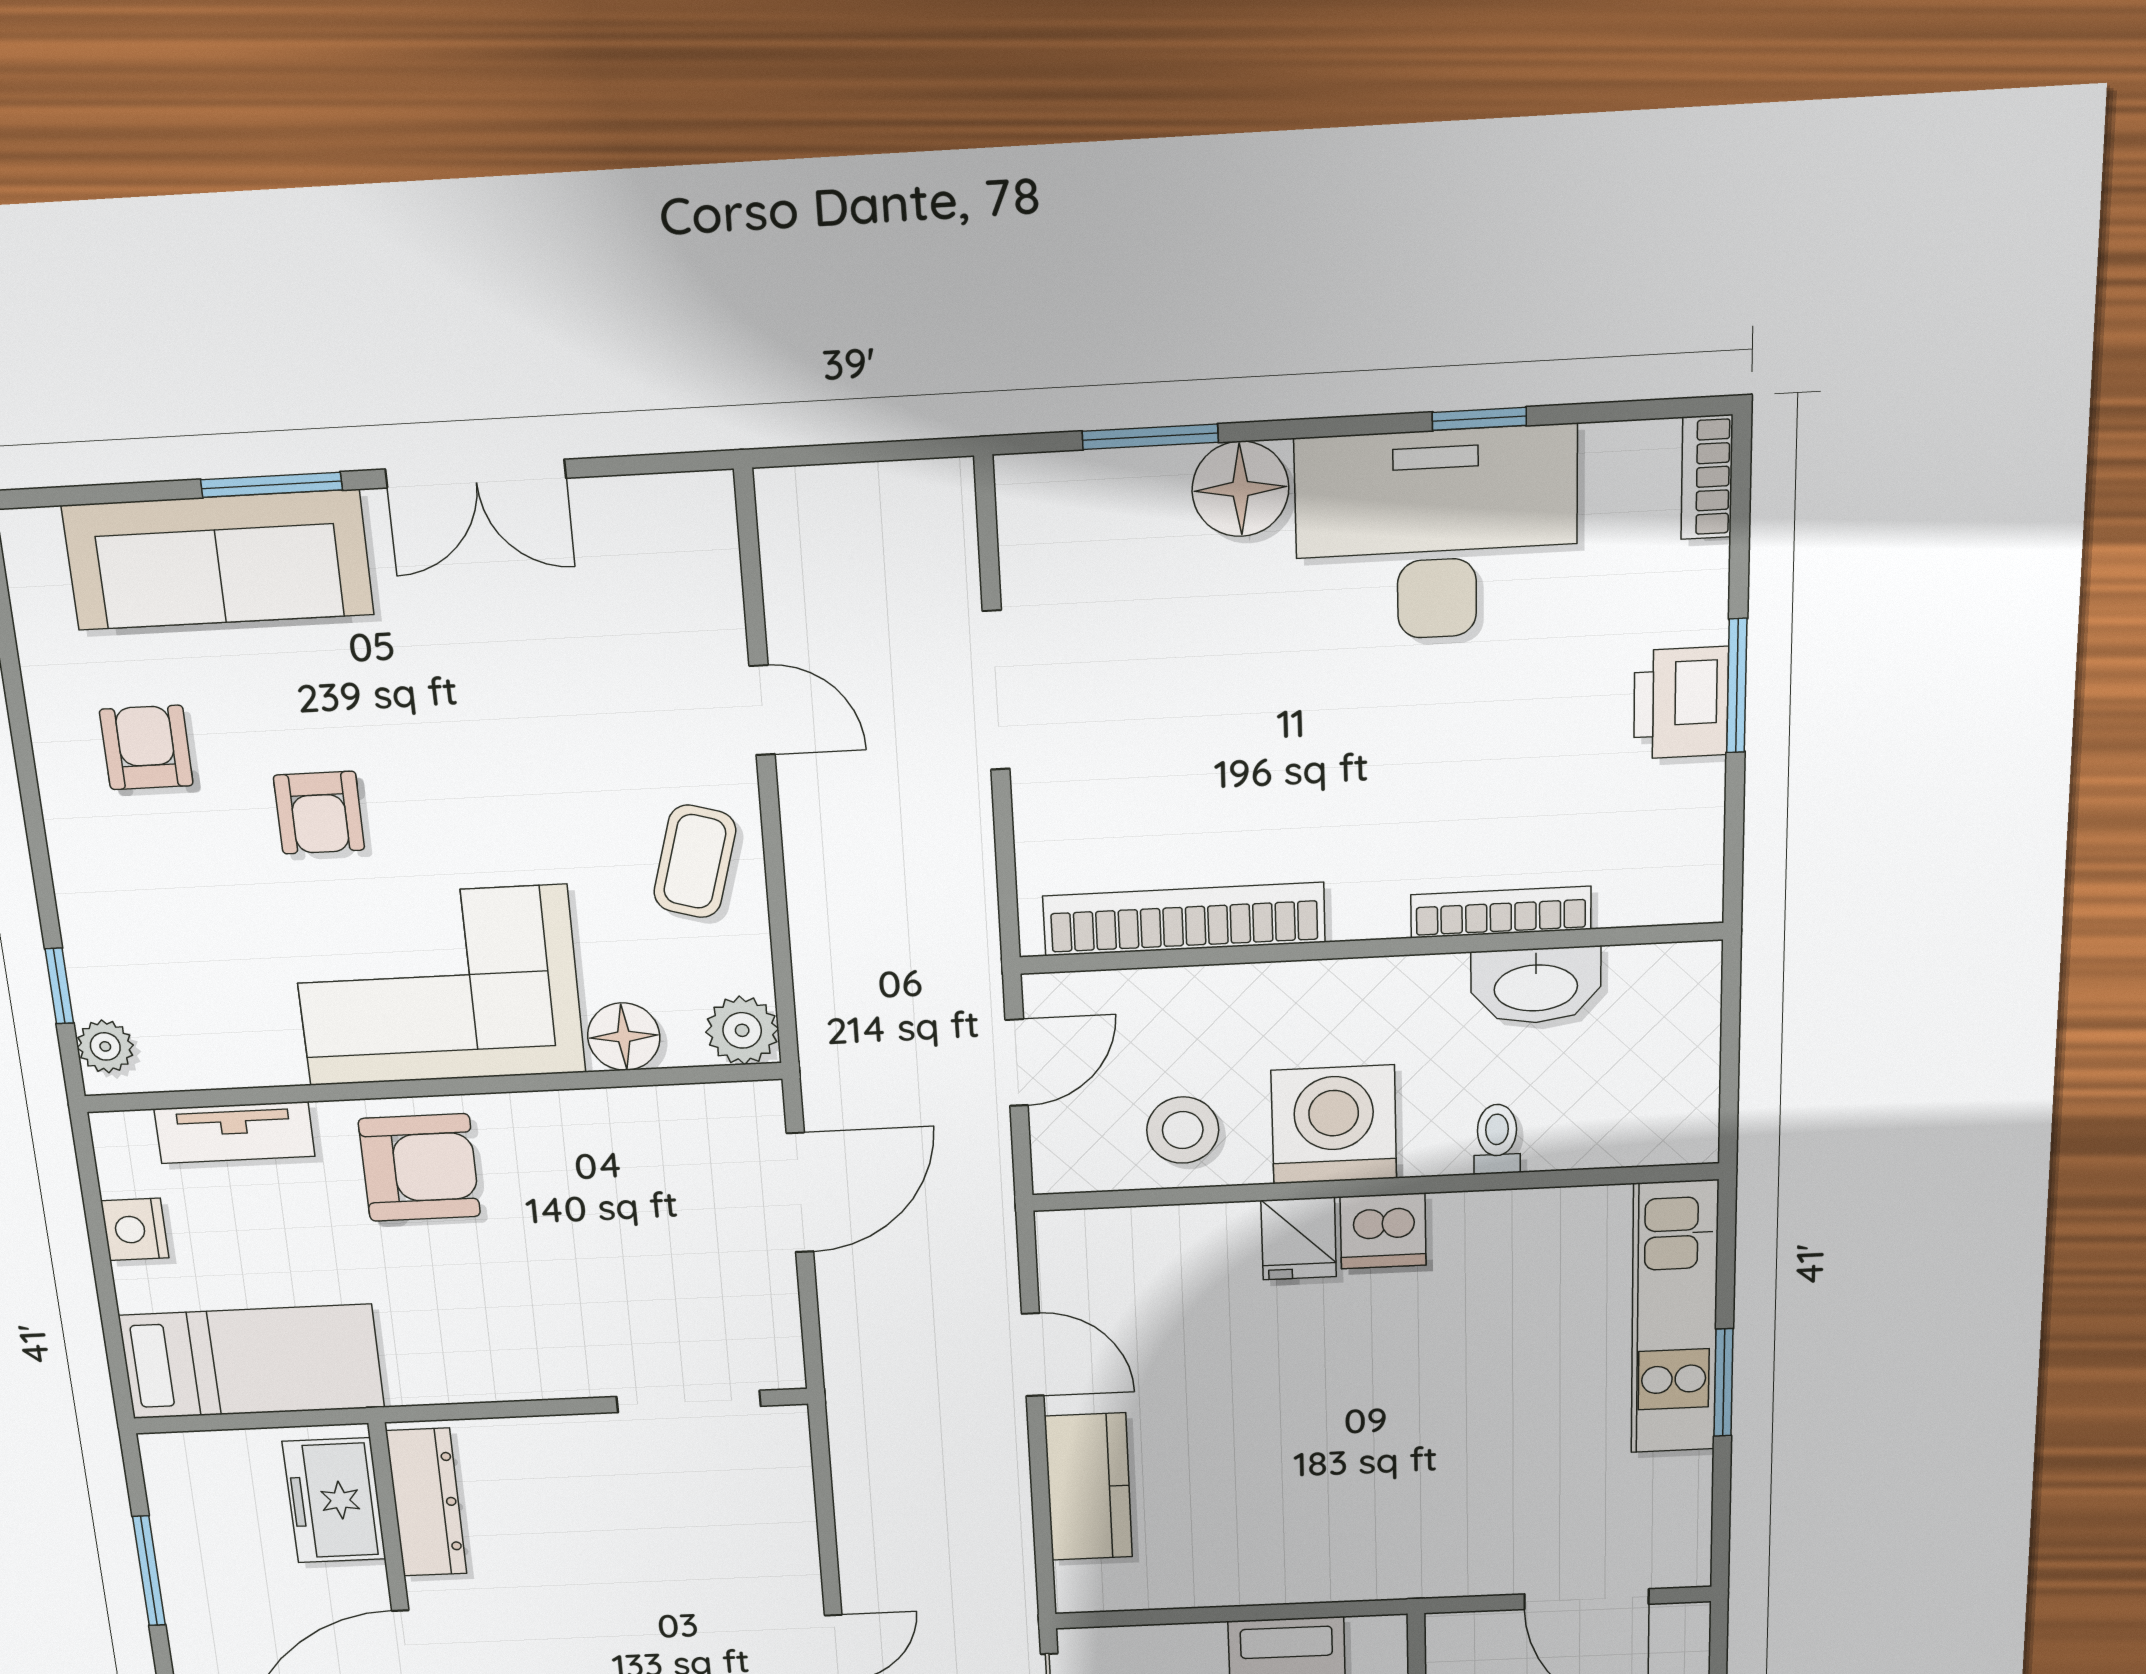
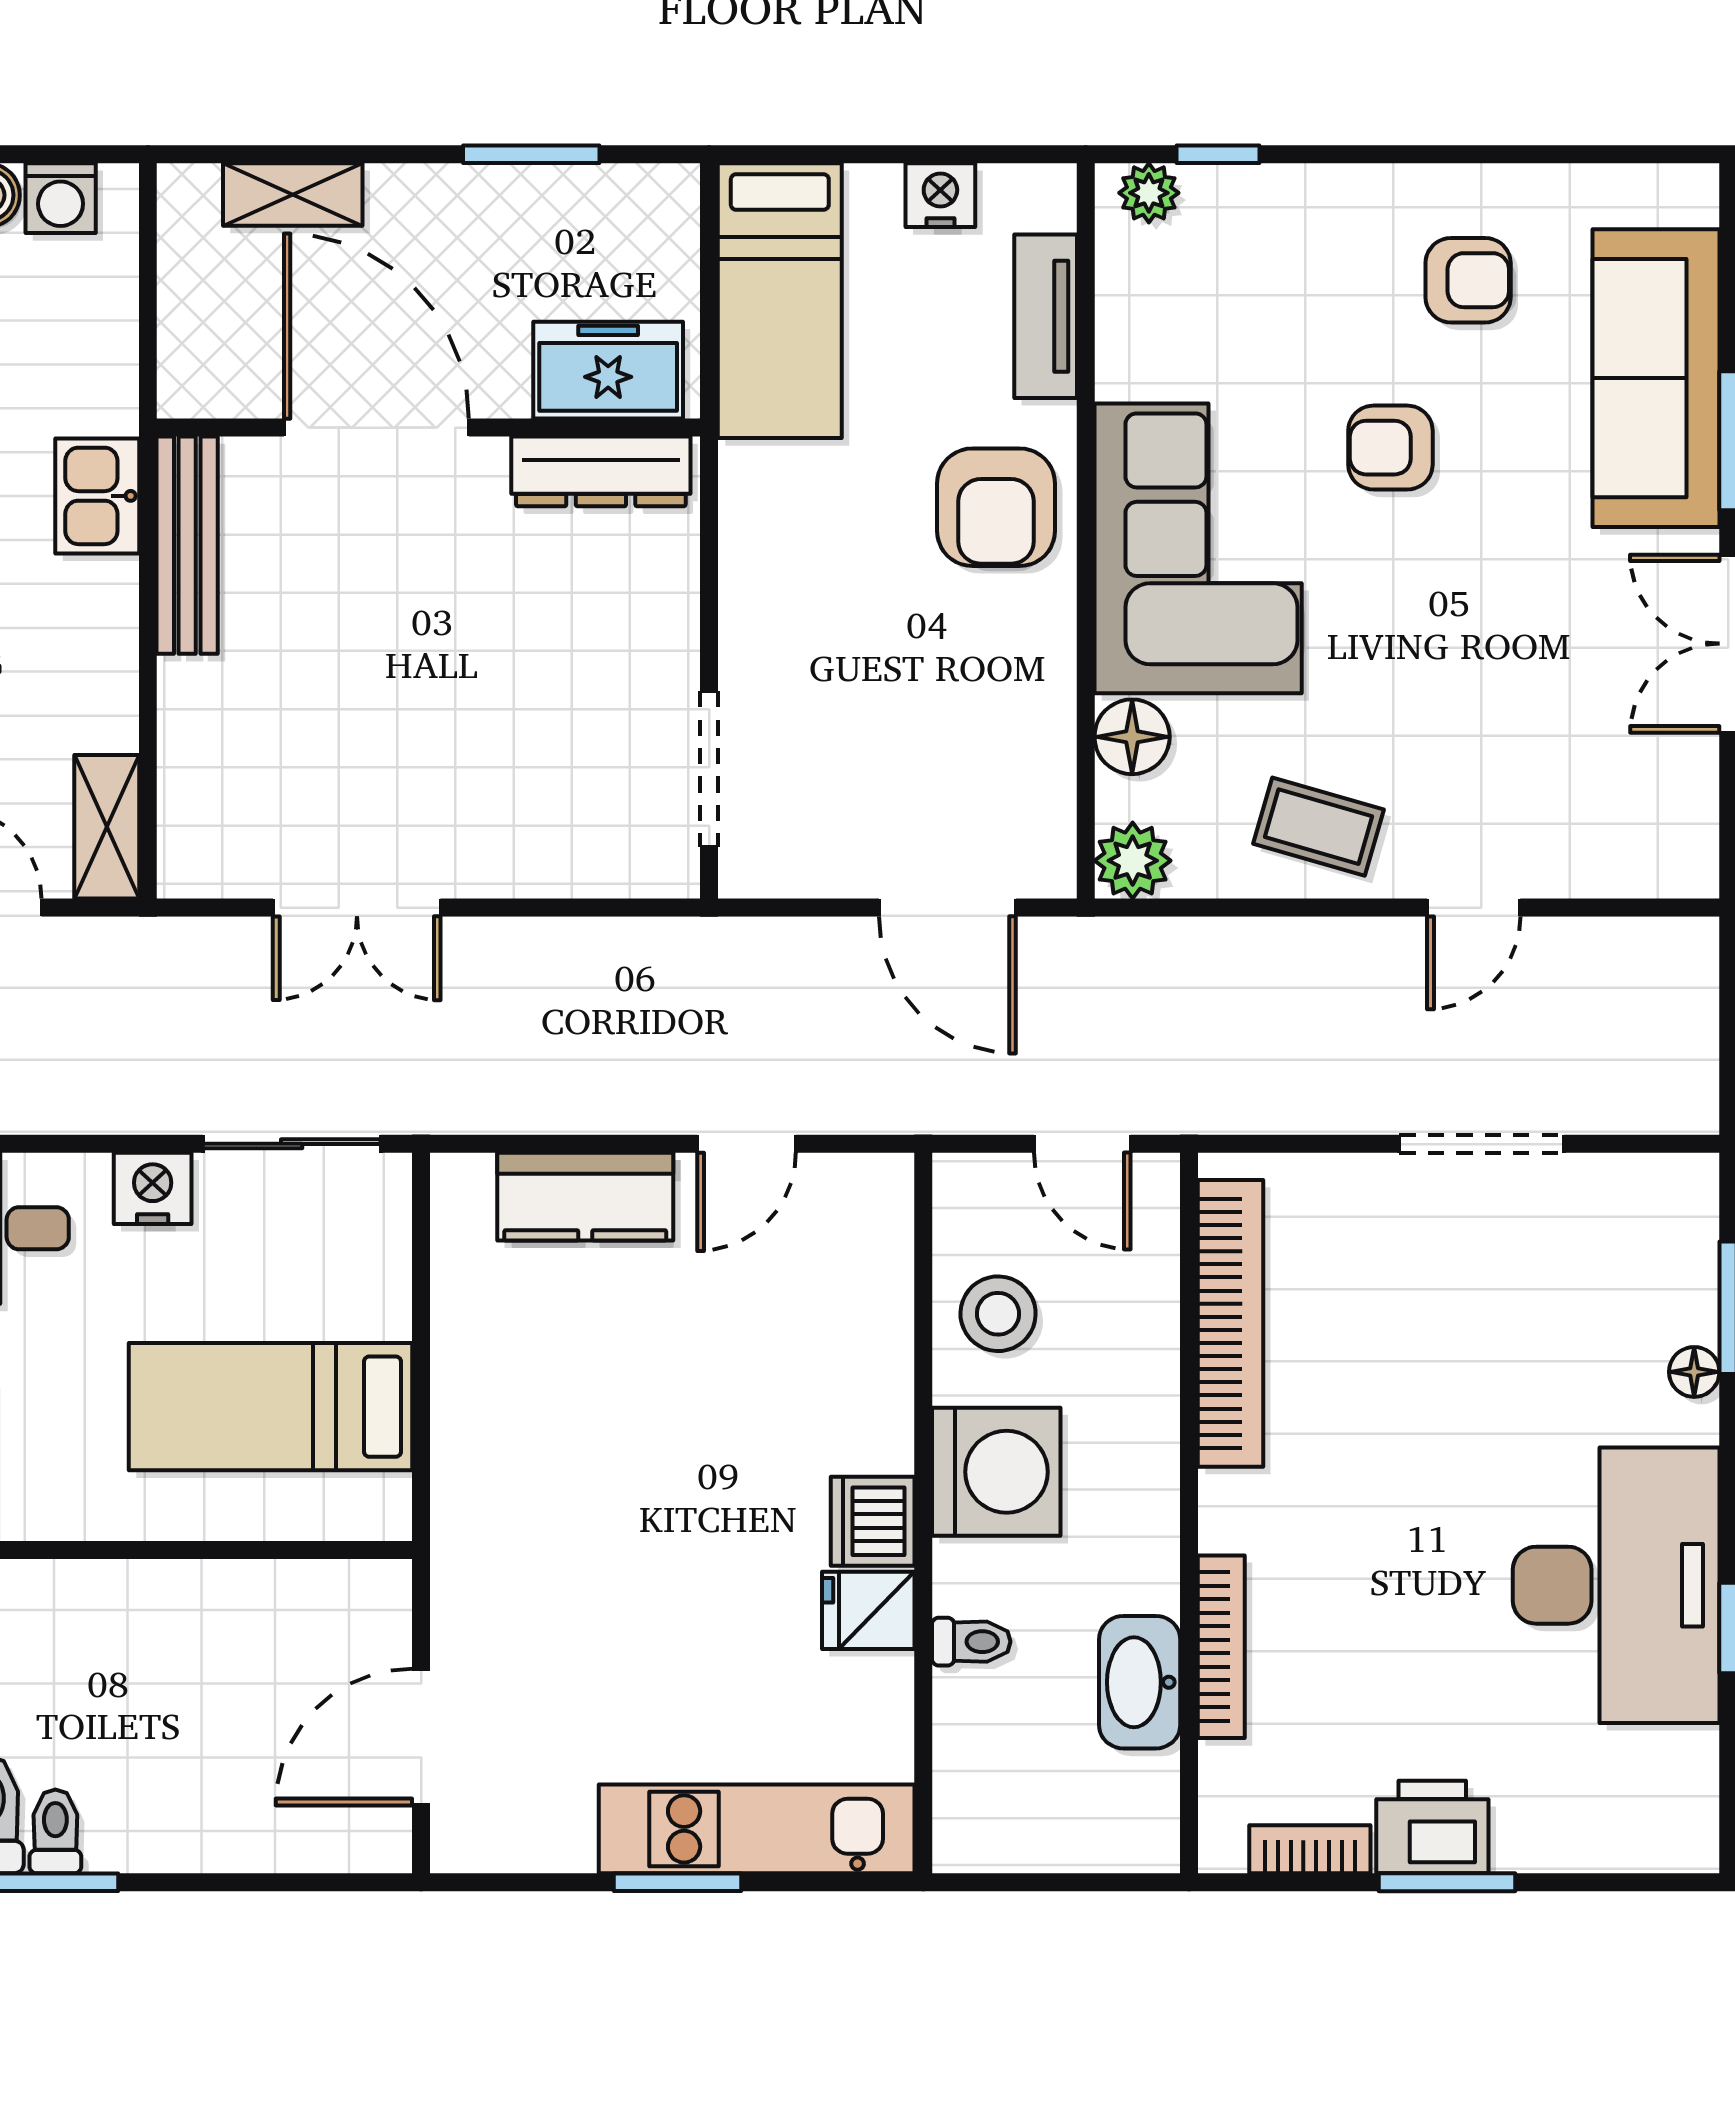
bookcase: (1707, 477) -> (1310, 1849), moved
floor lamp: (1240, 489) -> (1694, 1372), width x0.53, depth x0.53
fridge: (1299, 1239) -> (868, 1610), moved

